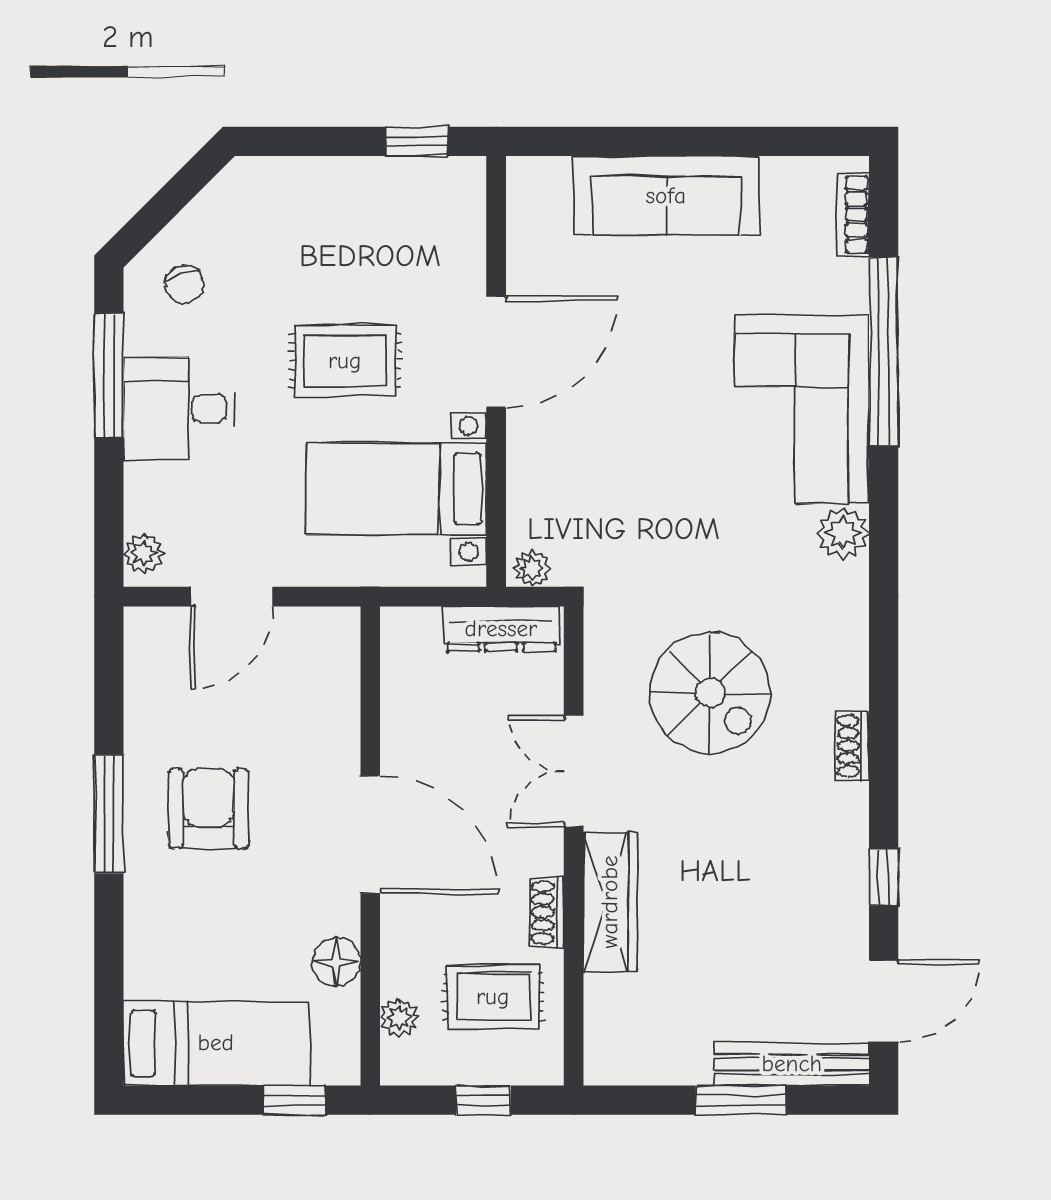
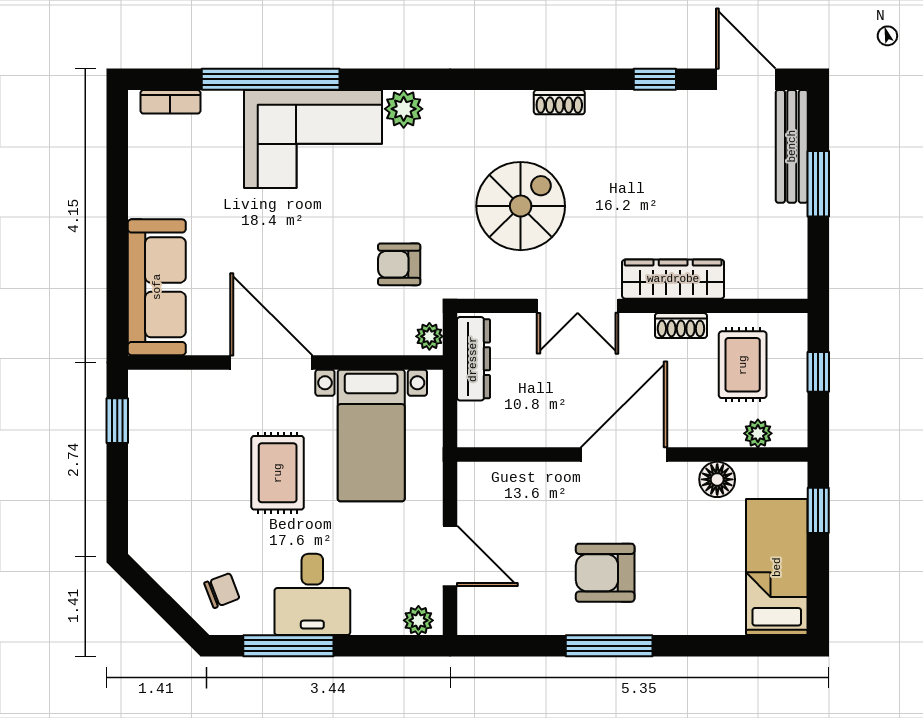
sofa: (666, 196) -> (157, 287), moved
armchair: (630, 527) -> (399, 264), added

